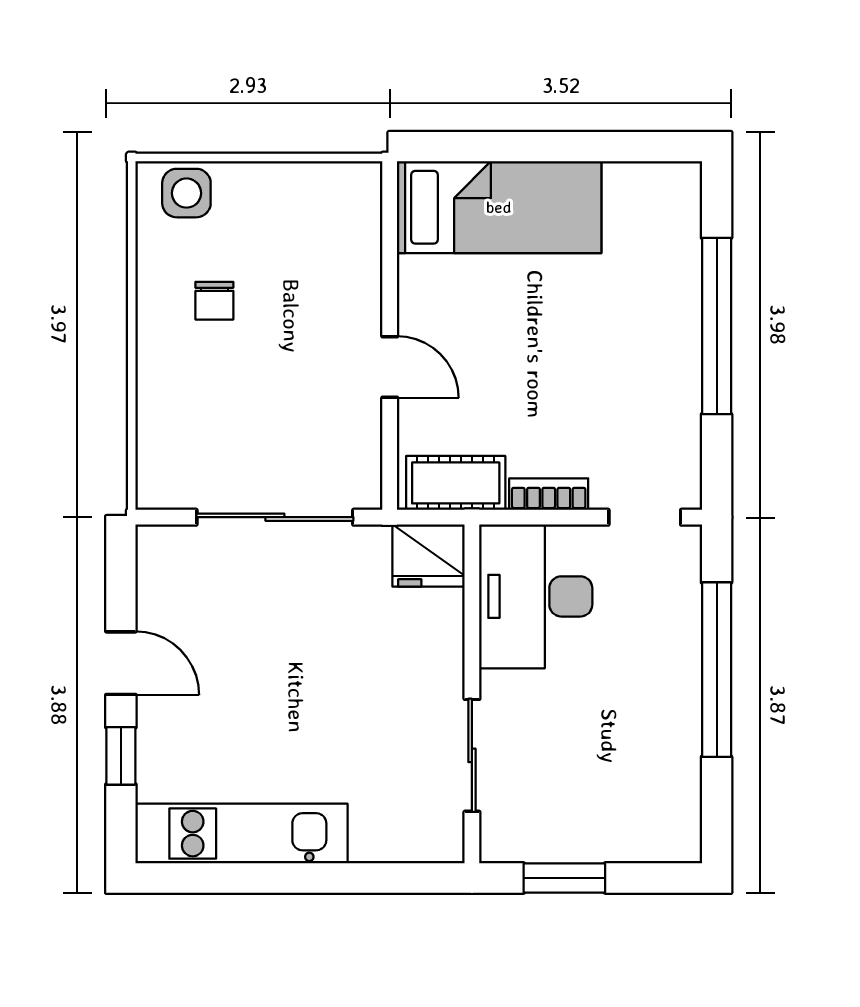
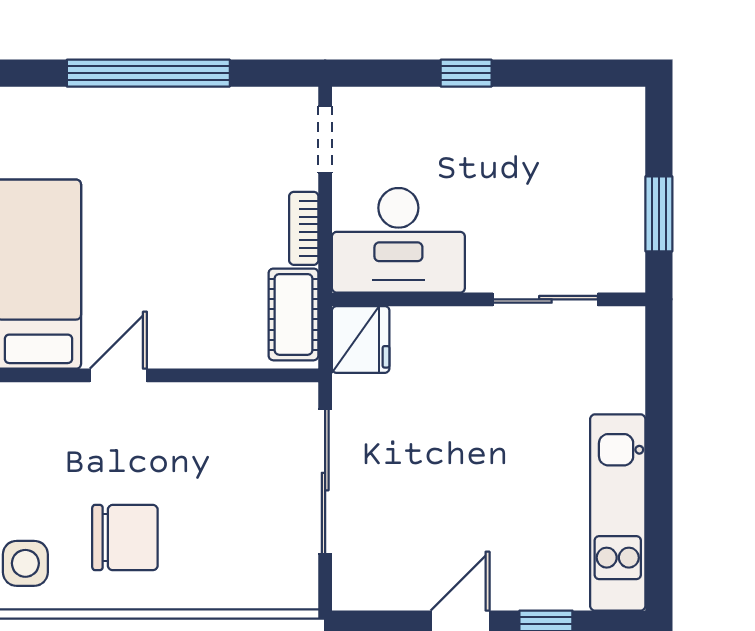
chair: (214, 301) -> (125, 538), width x1.87, depth x1.87
door: (390, 367) -> (118, 375), moved
window: (717, 670) -> (466, 73), width x0.32

